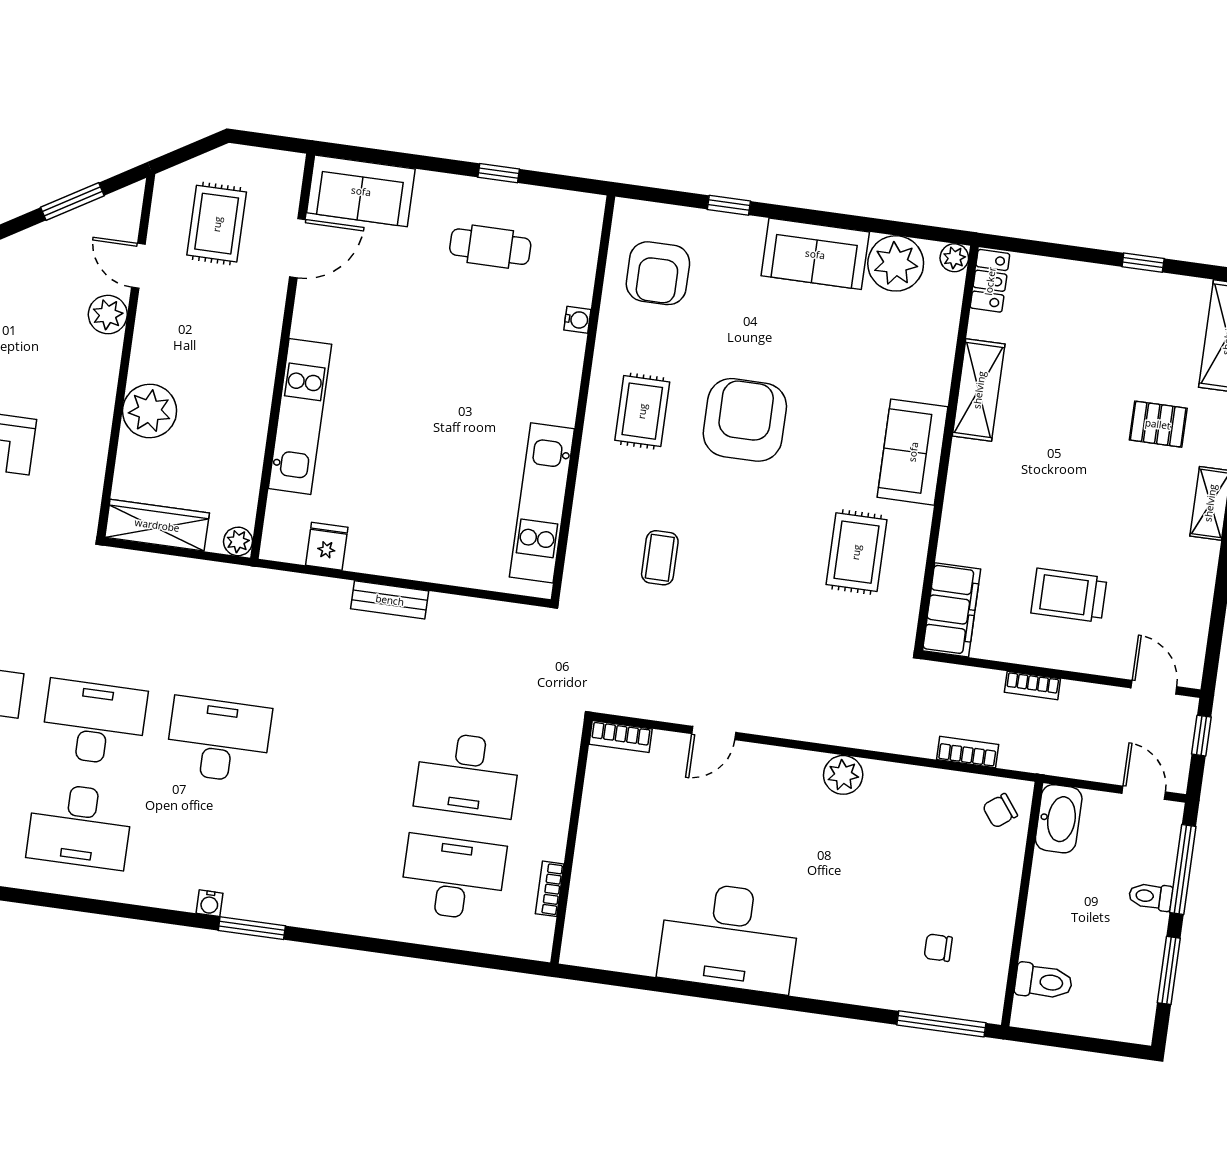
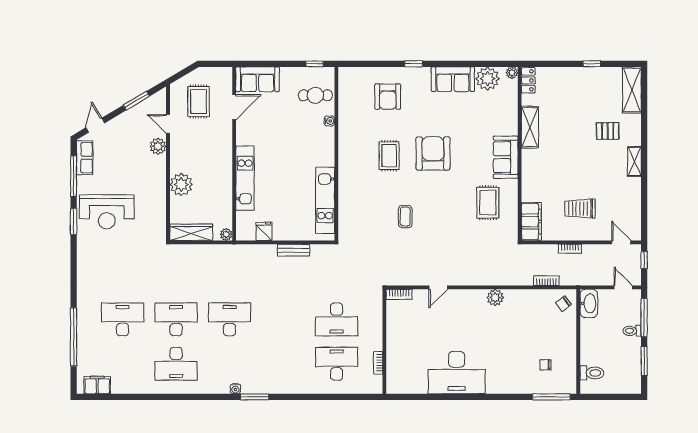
water cooler: (577, 320) -> (329, 121), moved
wall: (583, 398) -> (336, 154), moved
kitchen unit: (542, 503) -> (325, 200), moved

